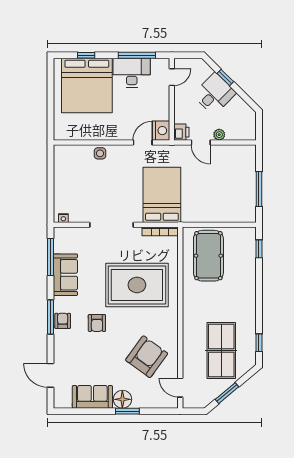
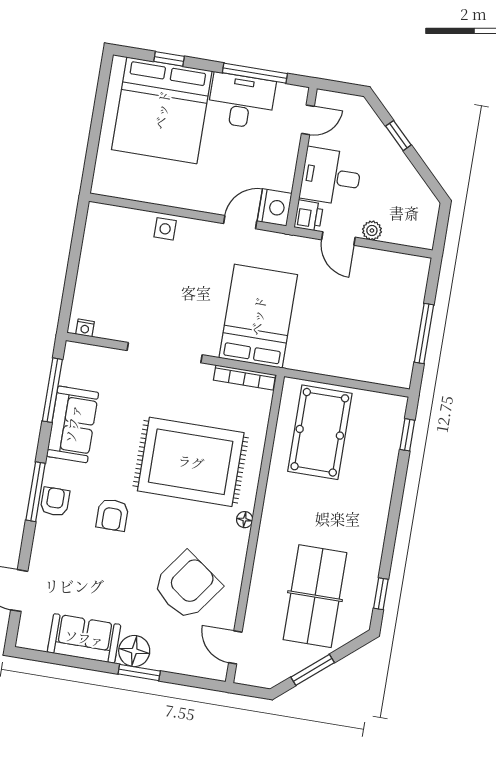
desk: (214, 94) -> (331, 177), moved, turned -135
floor lamp: (173, 313) -> (245, 520), added

